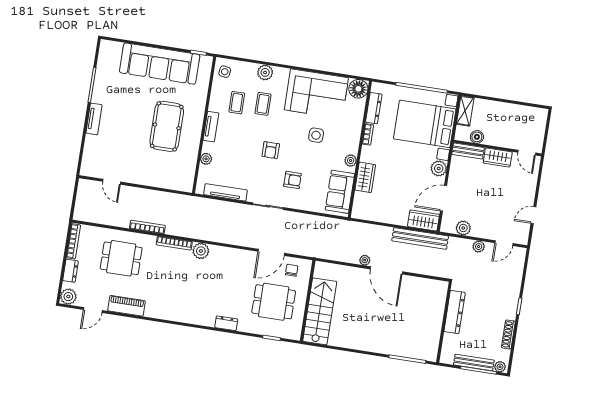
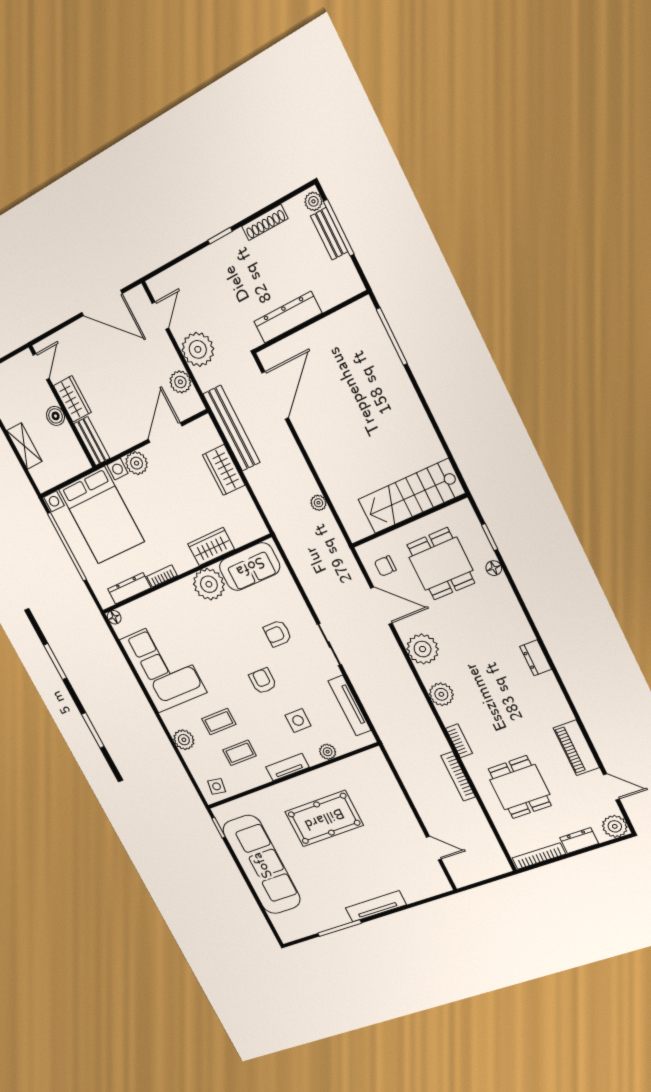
floor lamp: (358, 89) -> (114, 617), width x0.53, depth x0.53
shelving: (465, 111) -> (24, 446), moved, turned 90
tv unit: (94, 119) -> (376, 906), width x1.41
side table: (316, 135) -> (298, 720), moved
boiler: (477, 137) -> (56, 416), moved
armchair: (271, 150) -> (263, 681), turned -90
plant: (351, 161) -> (209, 584), width x1.88, depth x1.88
armchair: (292, 180) -> (278, 633), turned -90
door: (112, 182) -> (434, 848), hinge flipped
door: (443, 198) -> (165, 433), swing flipped
door: (533, 215) -> (102, 303), width x1.88
wardrobe: (423, 220) -> (224, 470), moved
bookcase: (174, 243) -> (459, 741), width x0.64
door: (504, 243) -> (160, 316), hinge flipped
plant: (479, 247) -> (198, 349), width x1.87, depth x1.87
plant: (233, 258) -> (423, 649), added
plant: (365, 260) -> (318, 503), moved
door: (386, 270) -> (275, 395), moved
dresser: (226, 323) -> (536, 658), moved
floor lamp: (254, 329) -> (494, 568), added
bench: (474, 363) -> (329, 234), width x0.73

